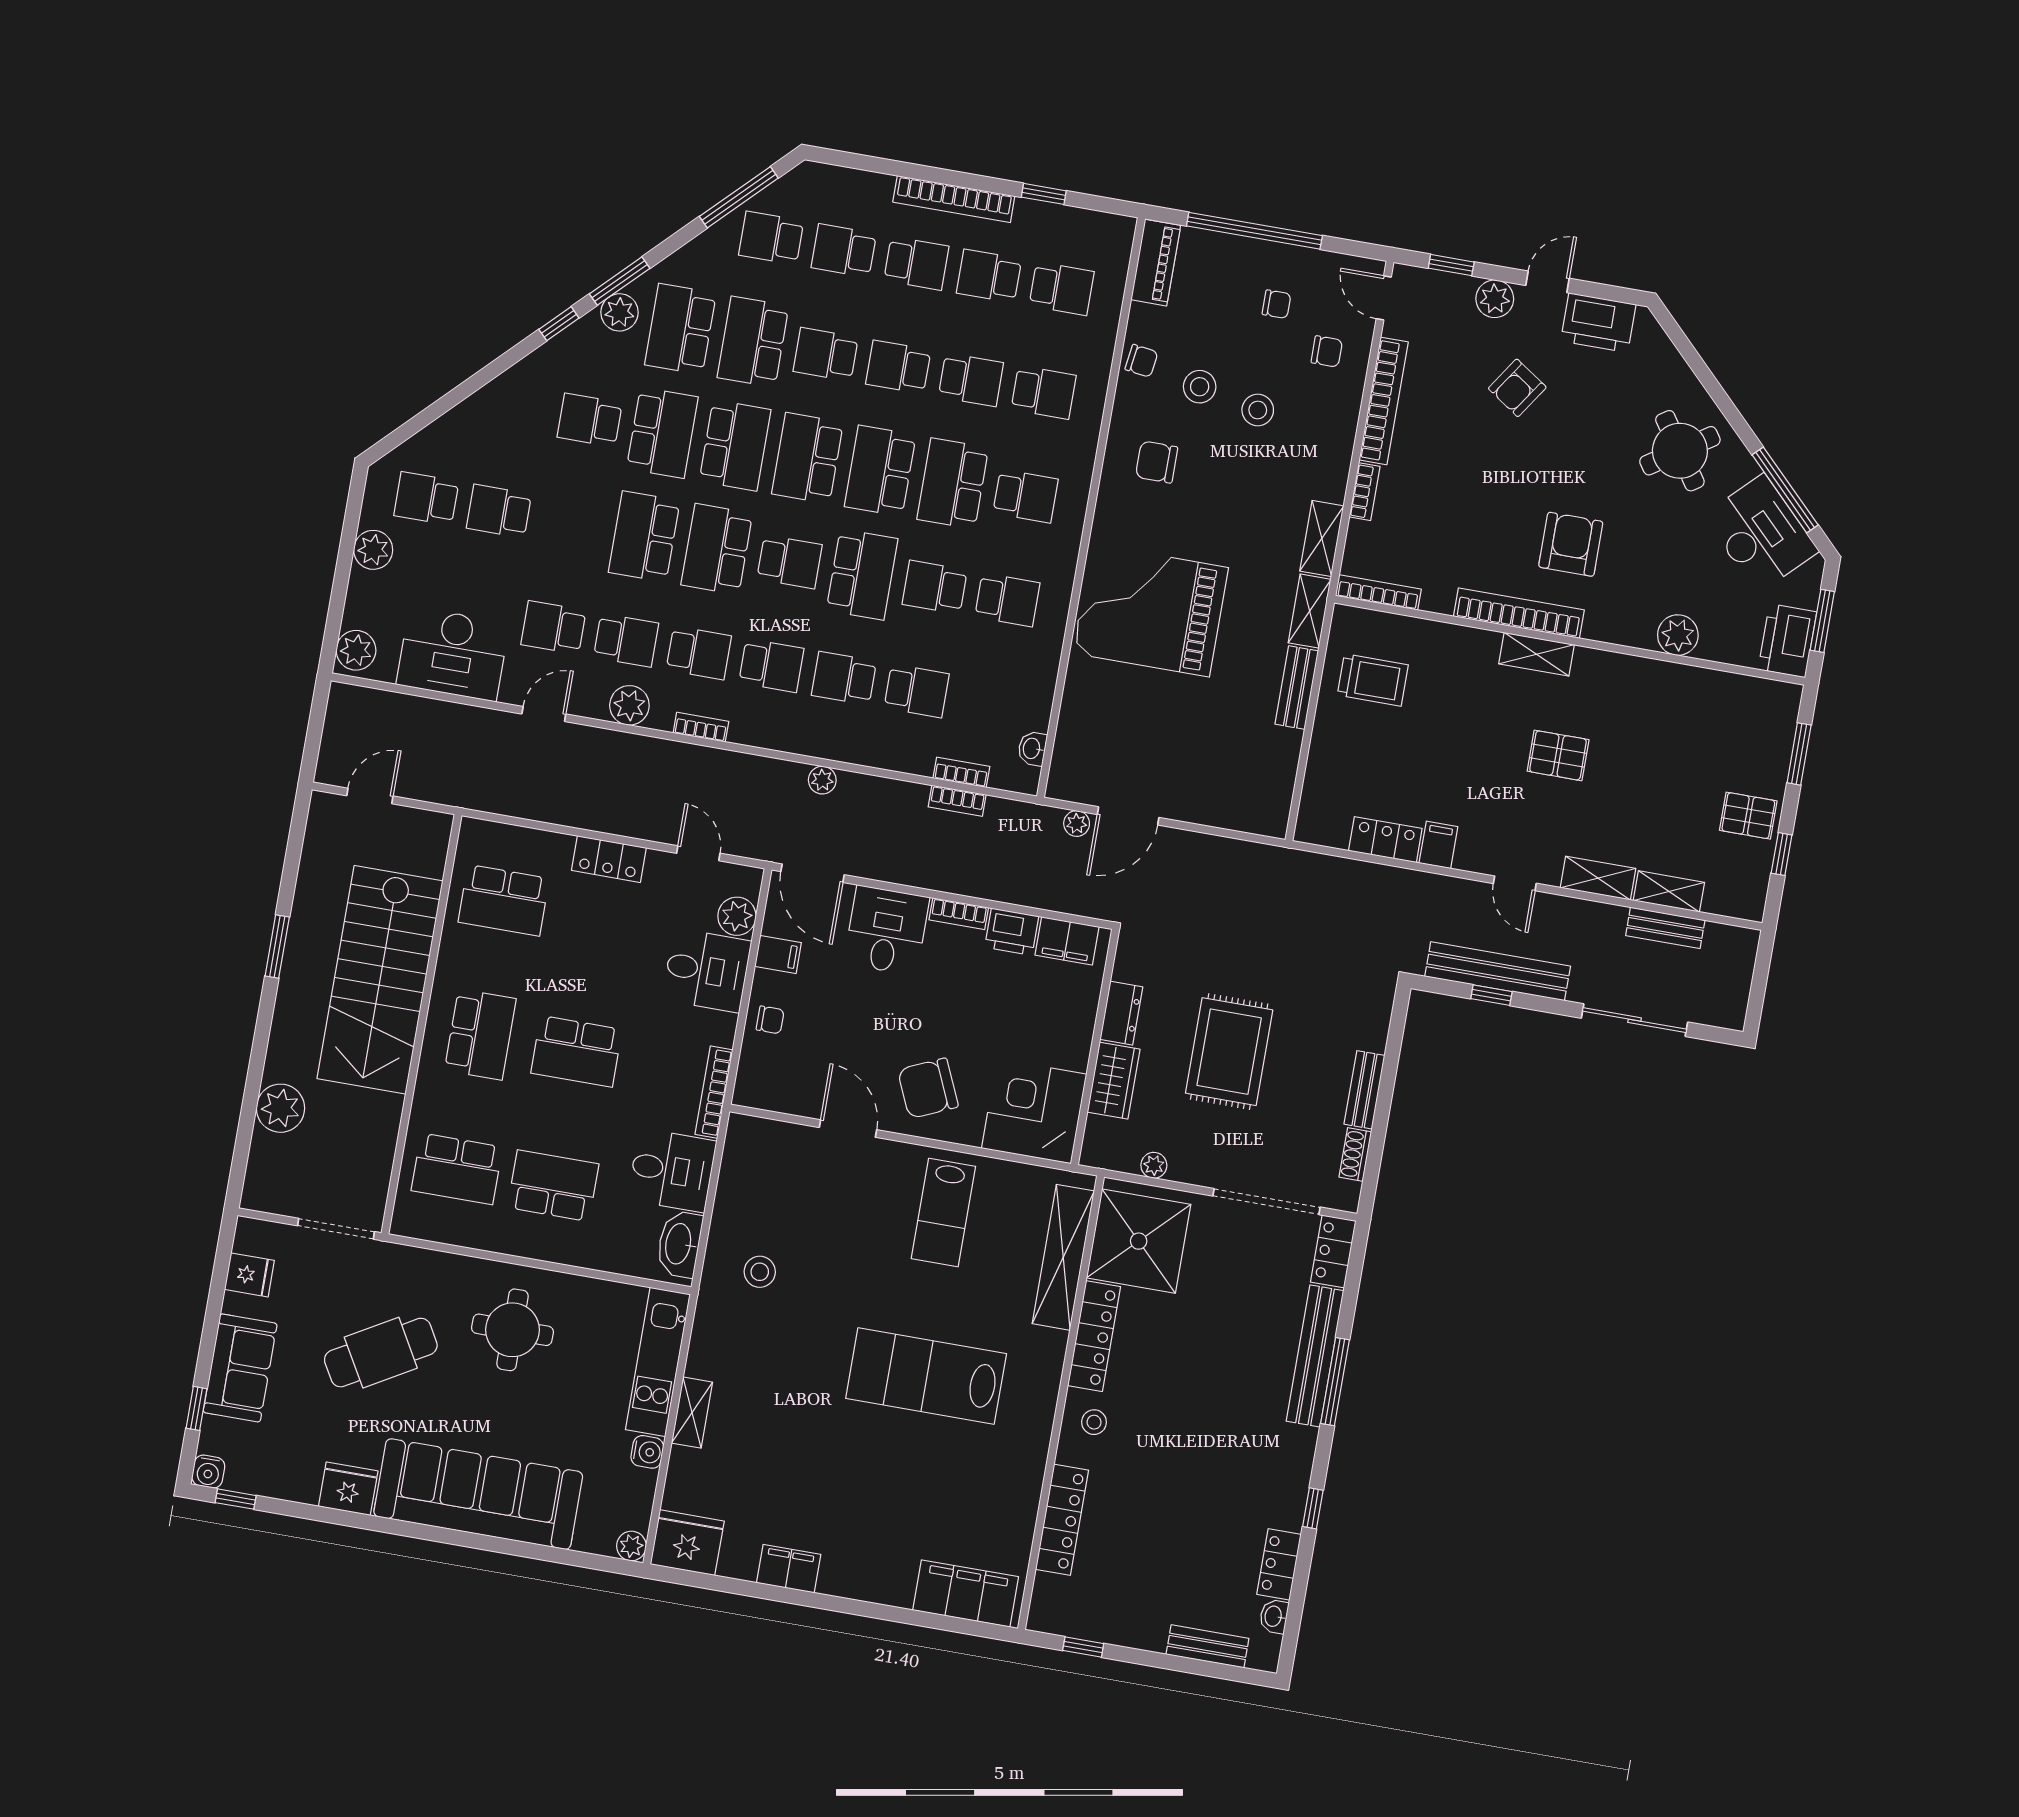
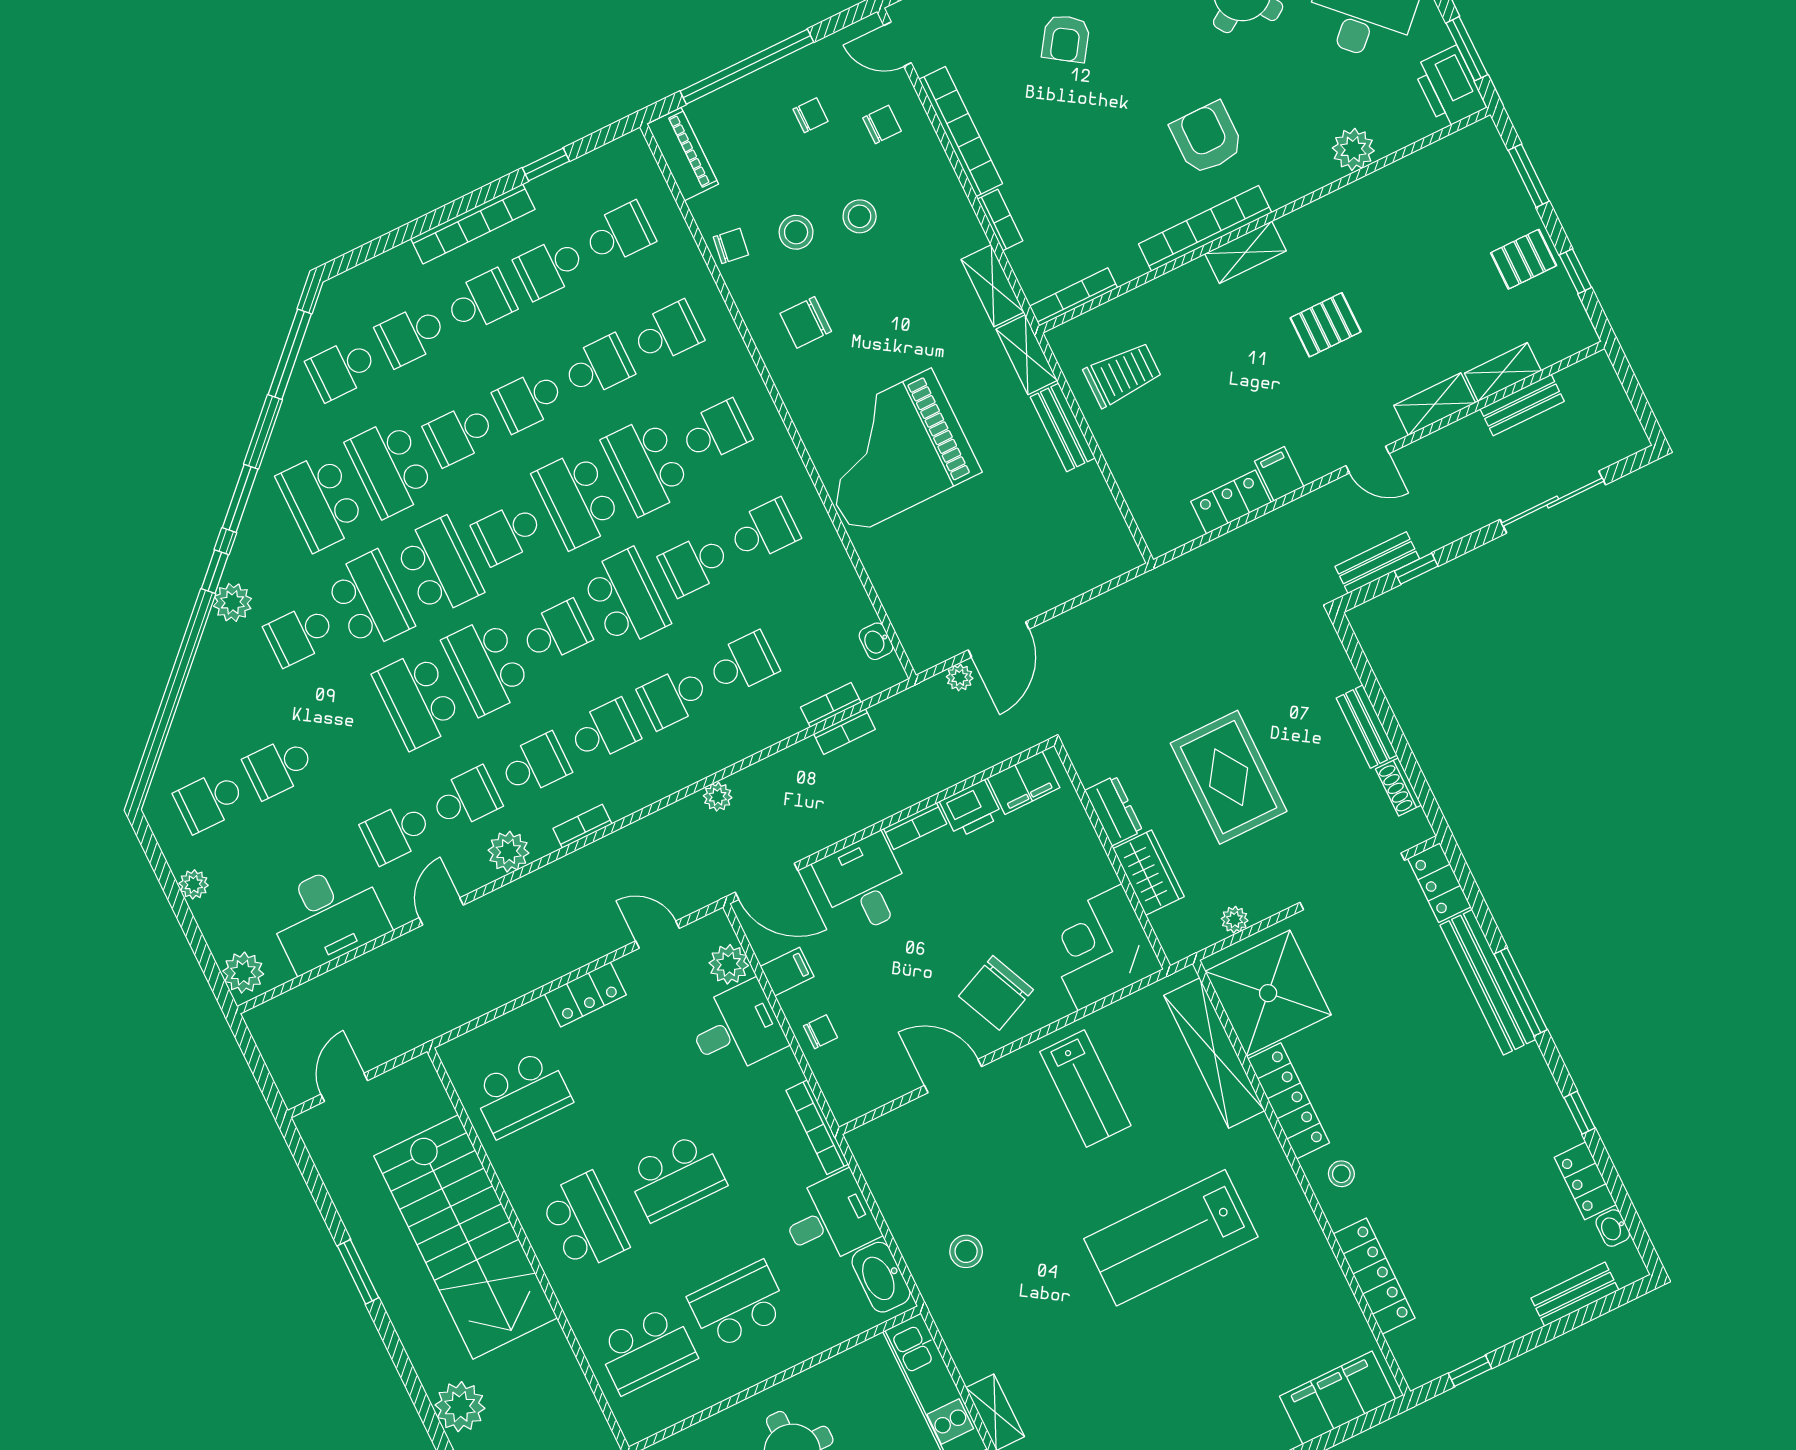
plant: (619, 312) -> (233, 602), moved
school desk: (808, 458) -> (508, 533), width x0.54
plant: (373, 550) -> (194, 884), width x0.73, depth x0.73
bench: (1498, 971) -> (1377, 563), width x0.54, depth x0.82

